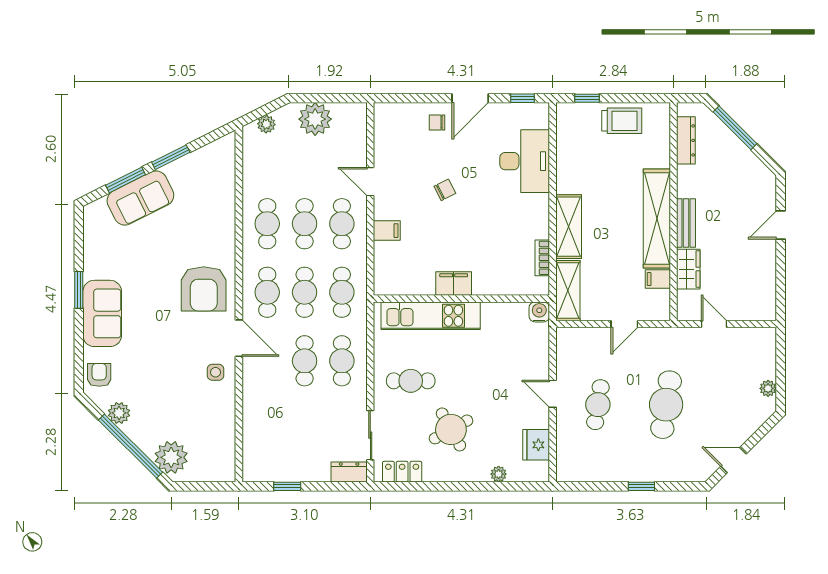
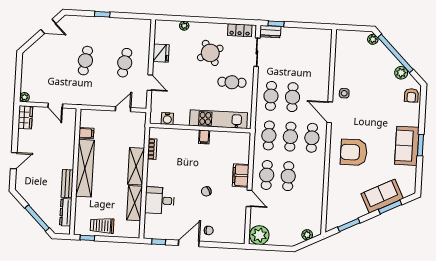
window: (587, 98) -> (87, 238), moved
plant: (315, 119) -> (259, 235), moved
window: (171, 157) -> (349, 225), moved
desk: (525, 161) -> (160, 200), width x0.73
bench: (686, 223) -> (67, 184), moved
cafe table: (267, 224) -> (310, 177), removed
filing cabinet: (387, 231) -> (241, 175), width x2.00
wardrobe: (688, 269) -> (25, 117), moved, turned 180
filing cabinet: (454, 284) -> (204, 137), width x0.50
armchair: (204, 289) -> (354, 152), moved, turned -90
shelving: (568, 290) -> (135, 203), moved
water cooler: (539, 312) -> (167, 119), moved
sofa: (102, 313) -> (407, 146), moved
door: (624, 324) -> (123, 109), moved
plant: (768, 388) -> (24, 97), moved
door: (553, 394) -> (150, 83), moved
cafe table: (666, 405) -> (85, 61), width x0.73, depth x0.74
fridge: (536, 445) -> (161, 53), moved
plant: (171, 457) -> (373, 39), width x0.53, depth x0.53
window: (287, 486) -> (276, 24), moved

